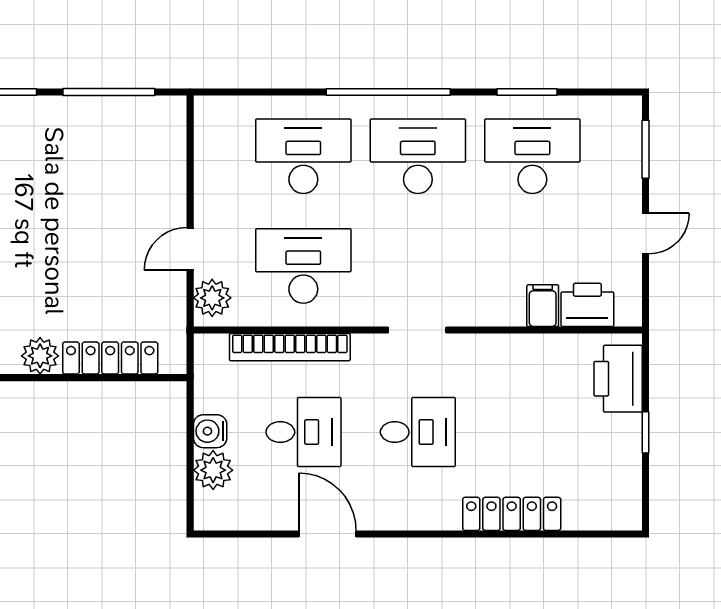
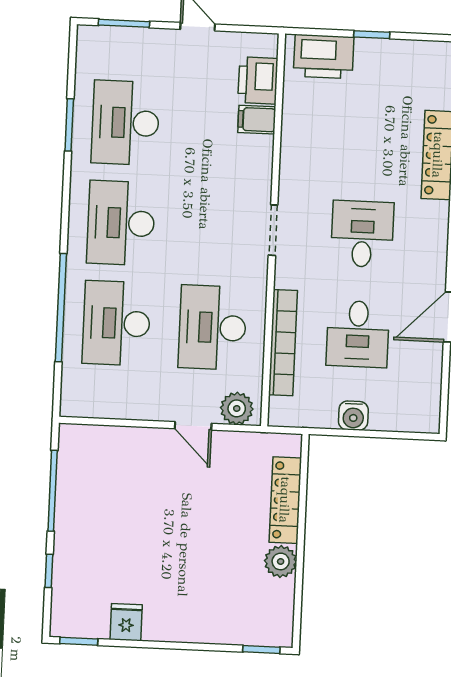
window: (388, 92) -> (61, 308), moved
desk: (303, 432) -> (358, 334), turned 180
plant: (213, 470) -> (387, 415), removed

